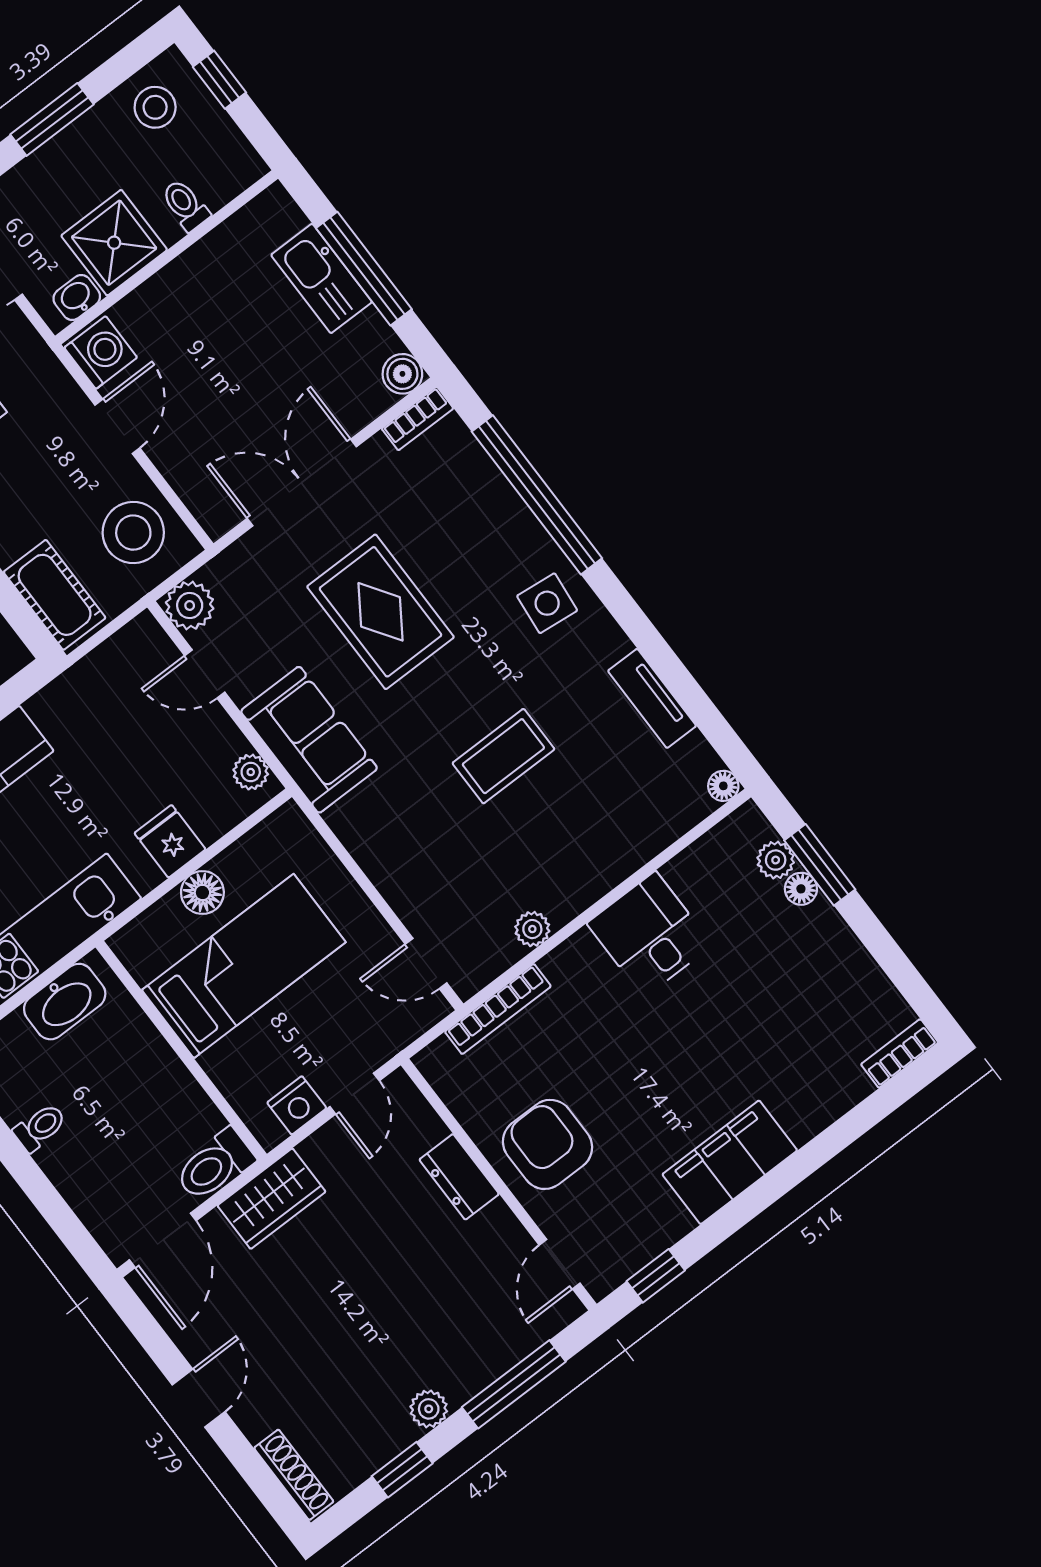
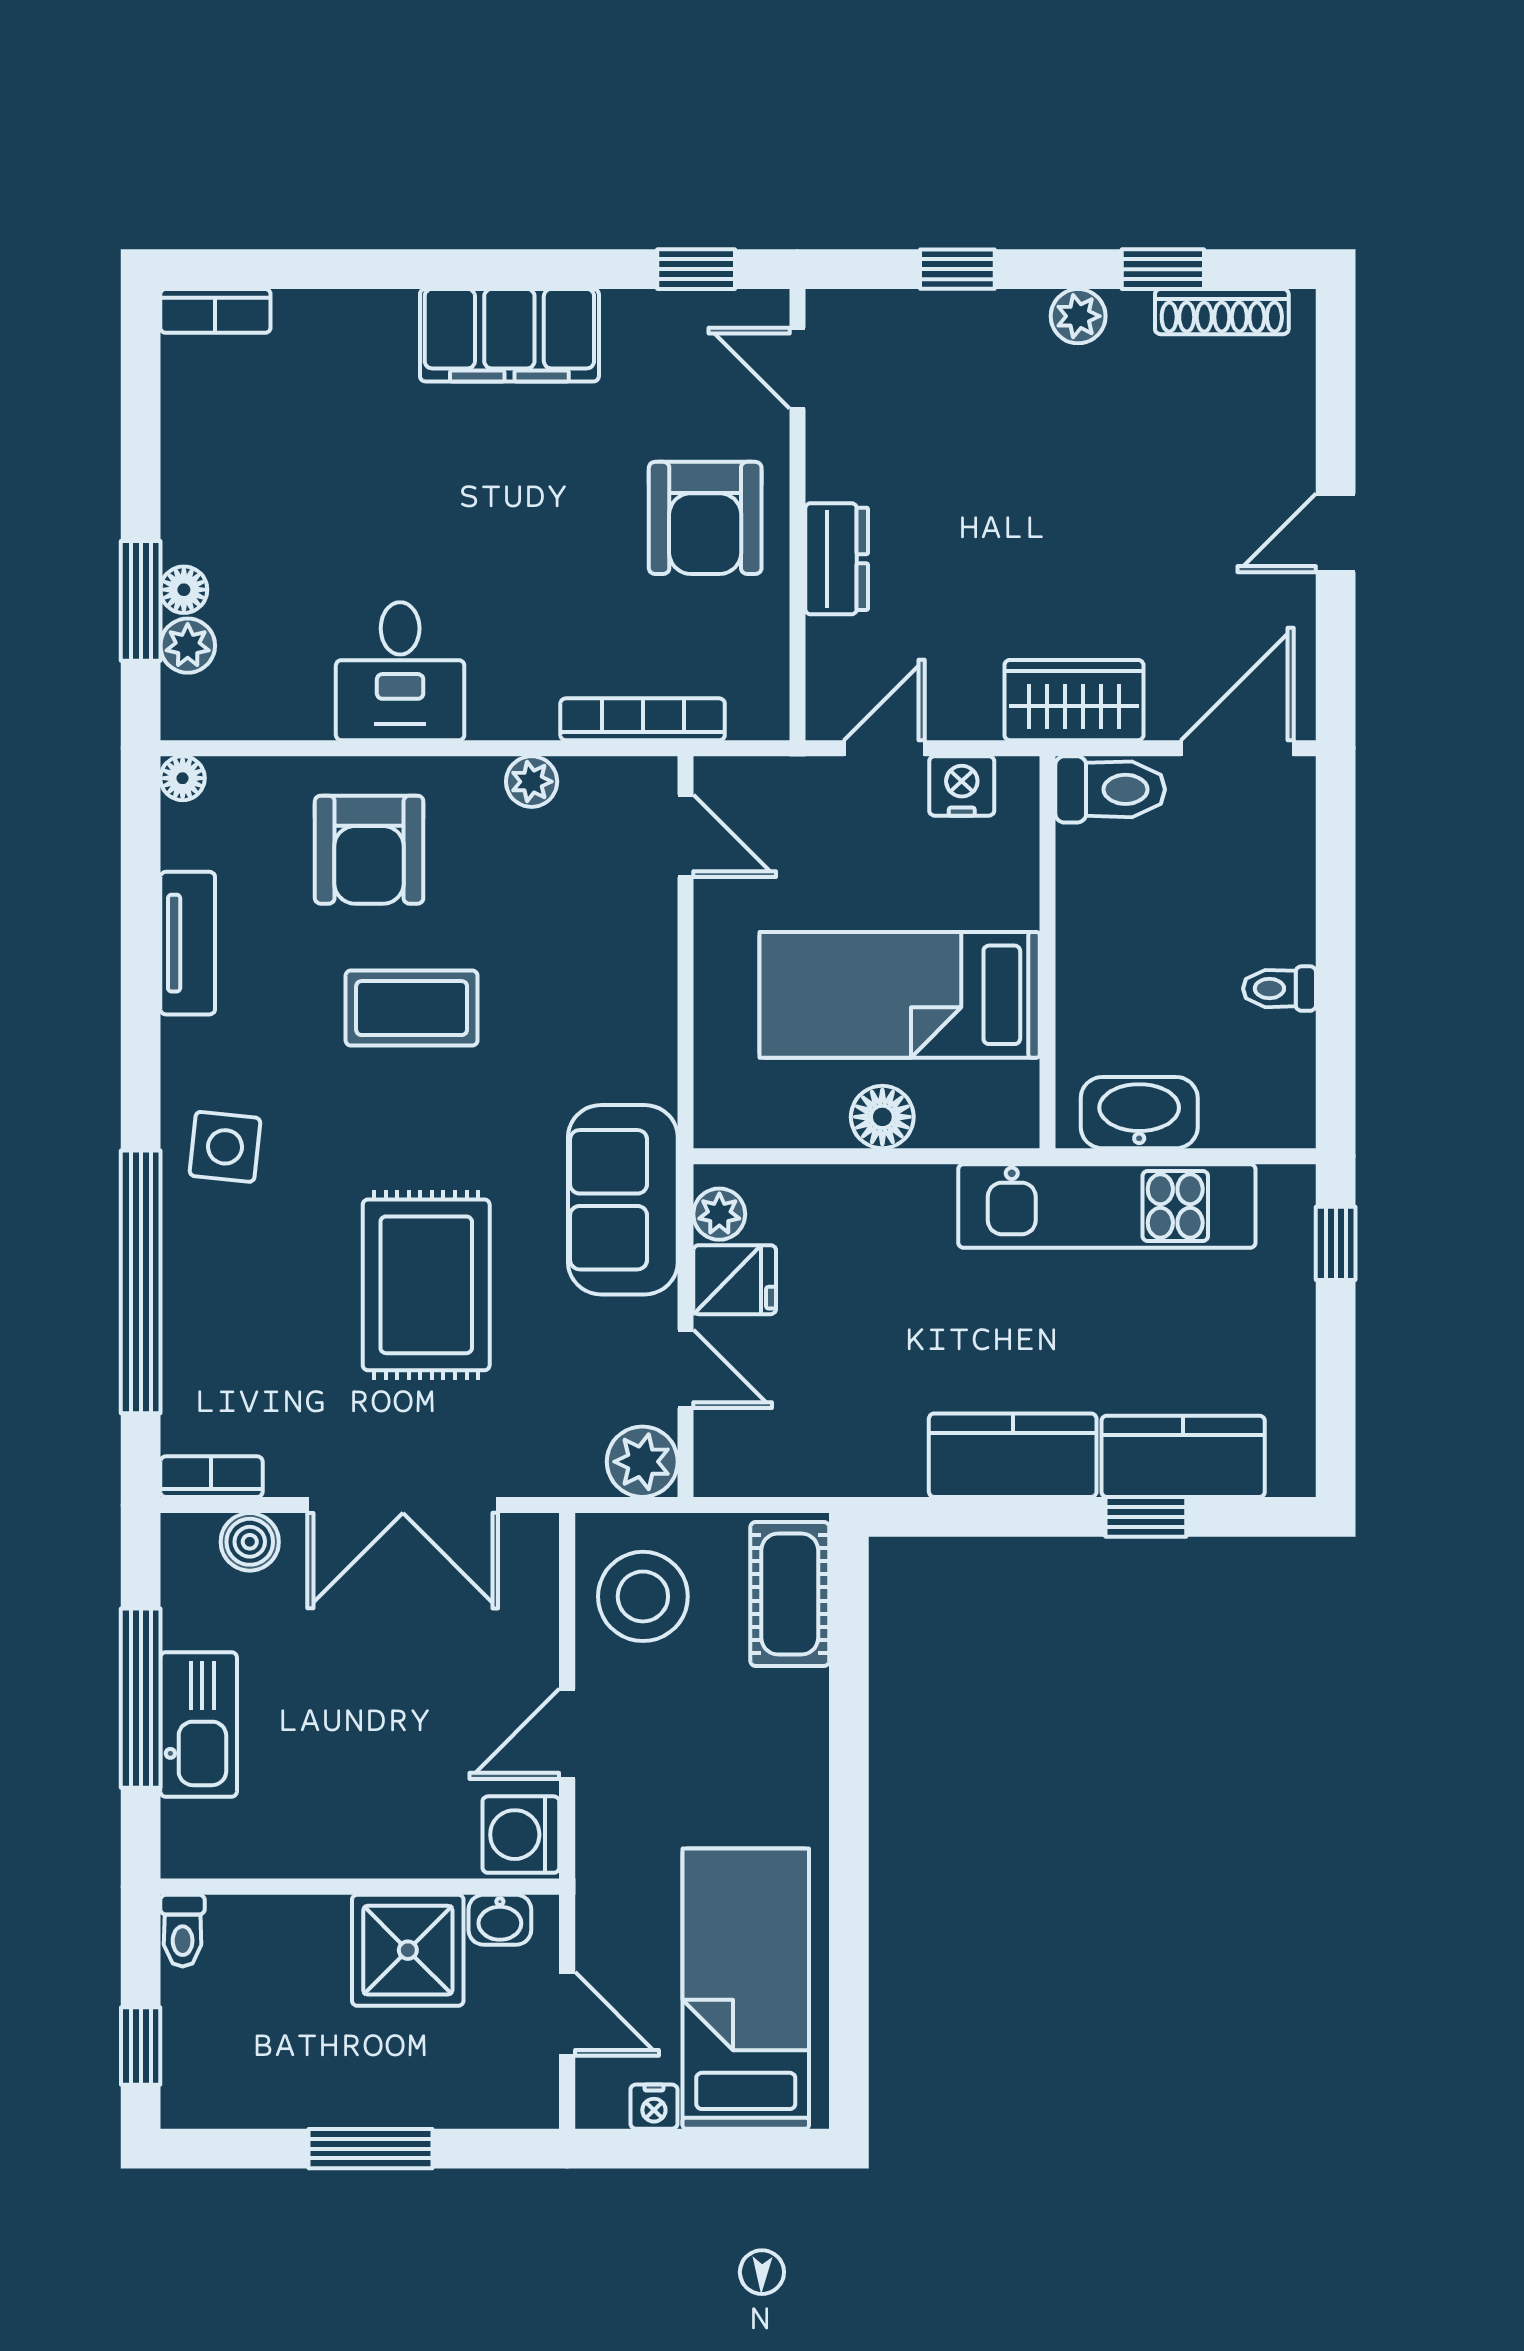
stool: (155, 107) -> (240, 2071), removed
toilet: (185, 205) -> (183, 1931), moved
boiler: (402, 374) -> (250, 1542), moved
armchair: (592, 825) -> (369, 850), added
fridge: (170, 841) -> (735, 1280), moved, turned -90
door: (560, 1264) -> (797, 368), swing flipped
window: (514, 1384) -> (957, 269), width x0.46
shoe rack: (294, 1475) -> (1222, 312), moved, turned -90

